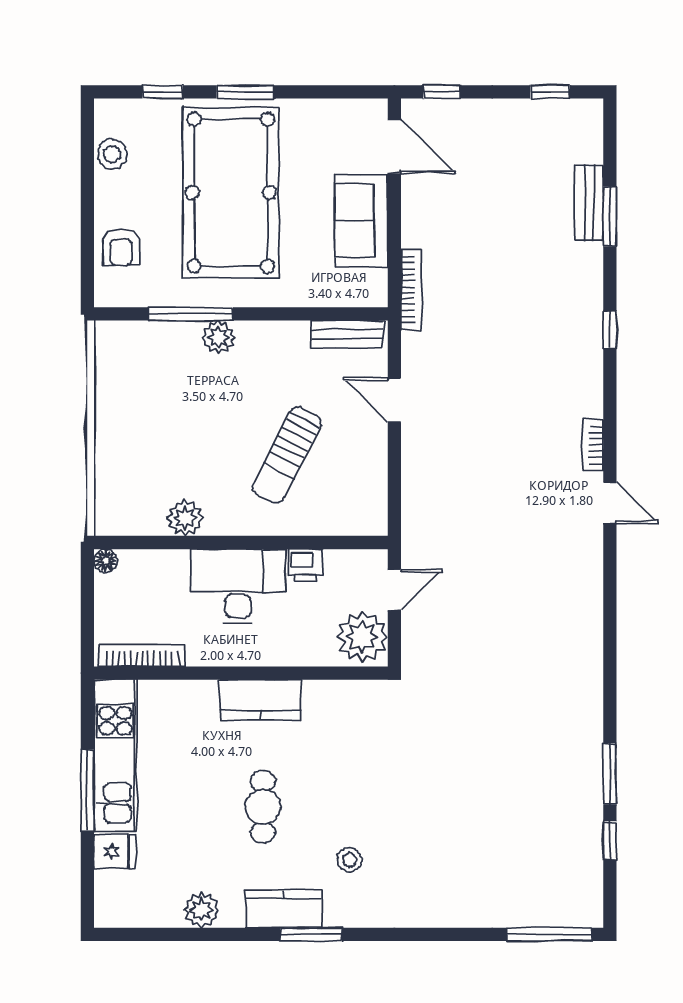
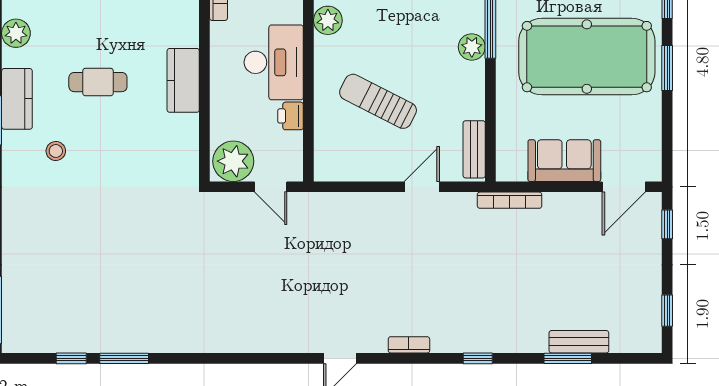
bookcase: (593, 445) -> (409, 345), moved

